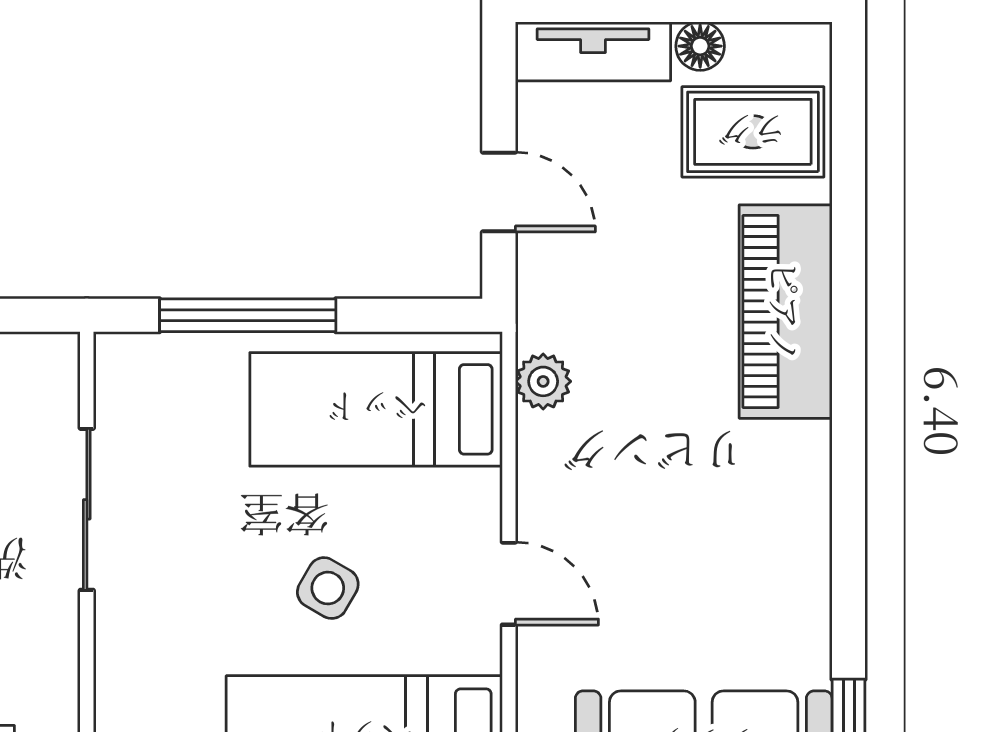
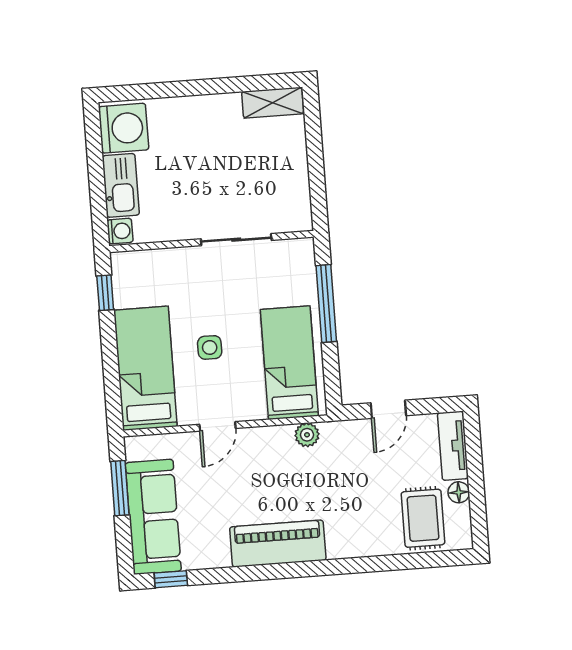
piano: (786, 312) -> (278, 544), moved
side table: (328, 588) -> (210, 347), turned -30

